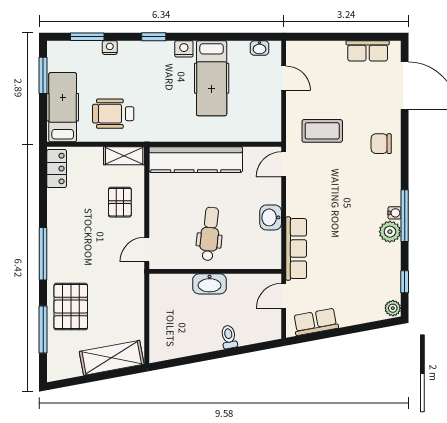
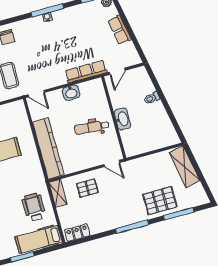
wheelchair: (113, 114) -> (34, 207), turned 180
plant: (390, 232) -> (60, 17), removed
door: (284, 296) -> (117, 71), hinge flipped
row of seats: (316, 322) -> (119, 30), moved

